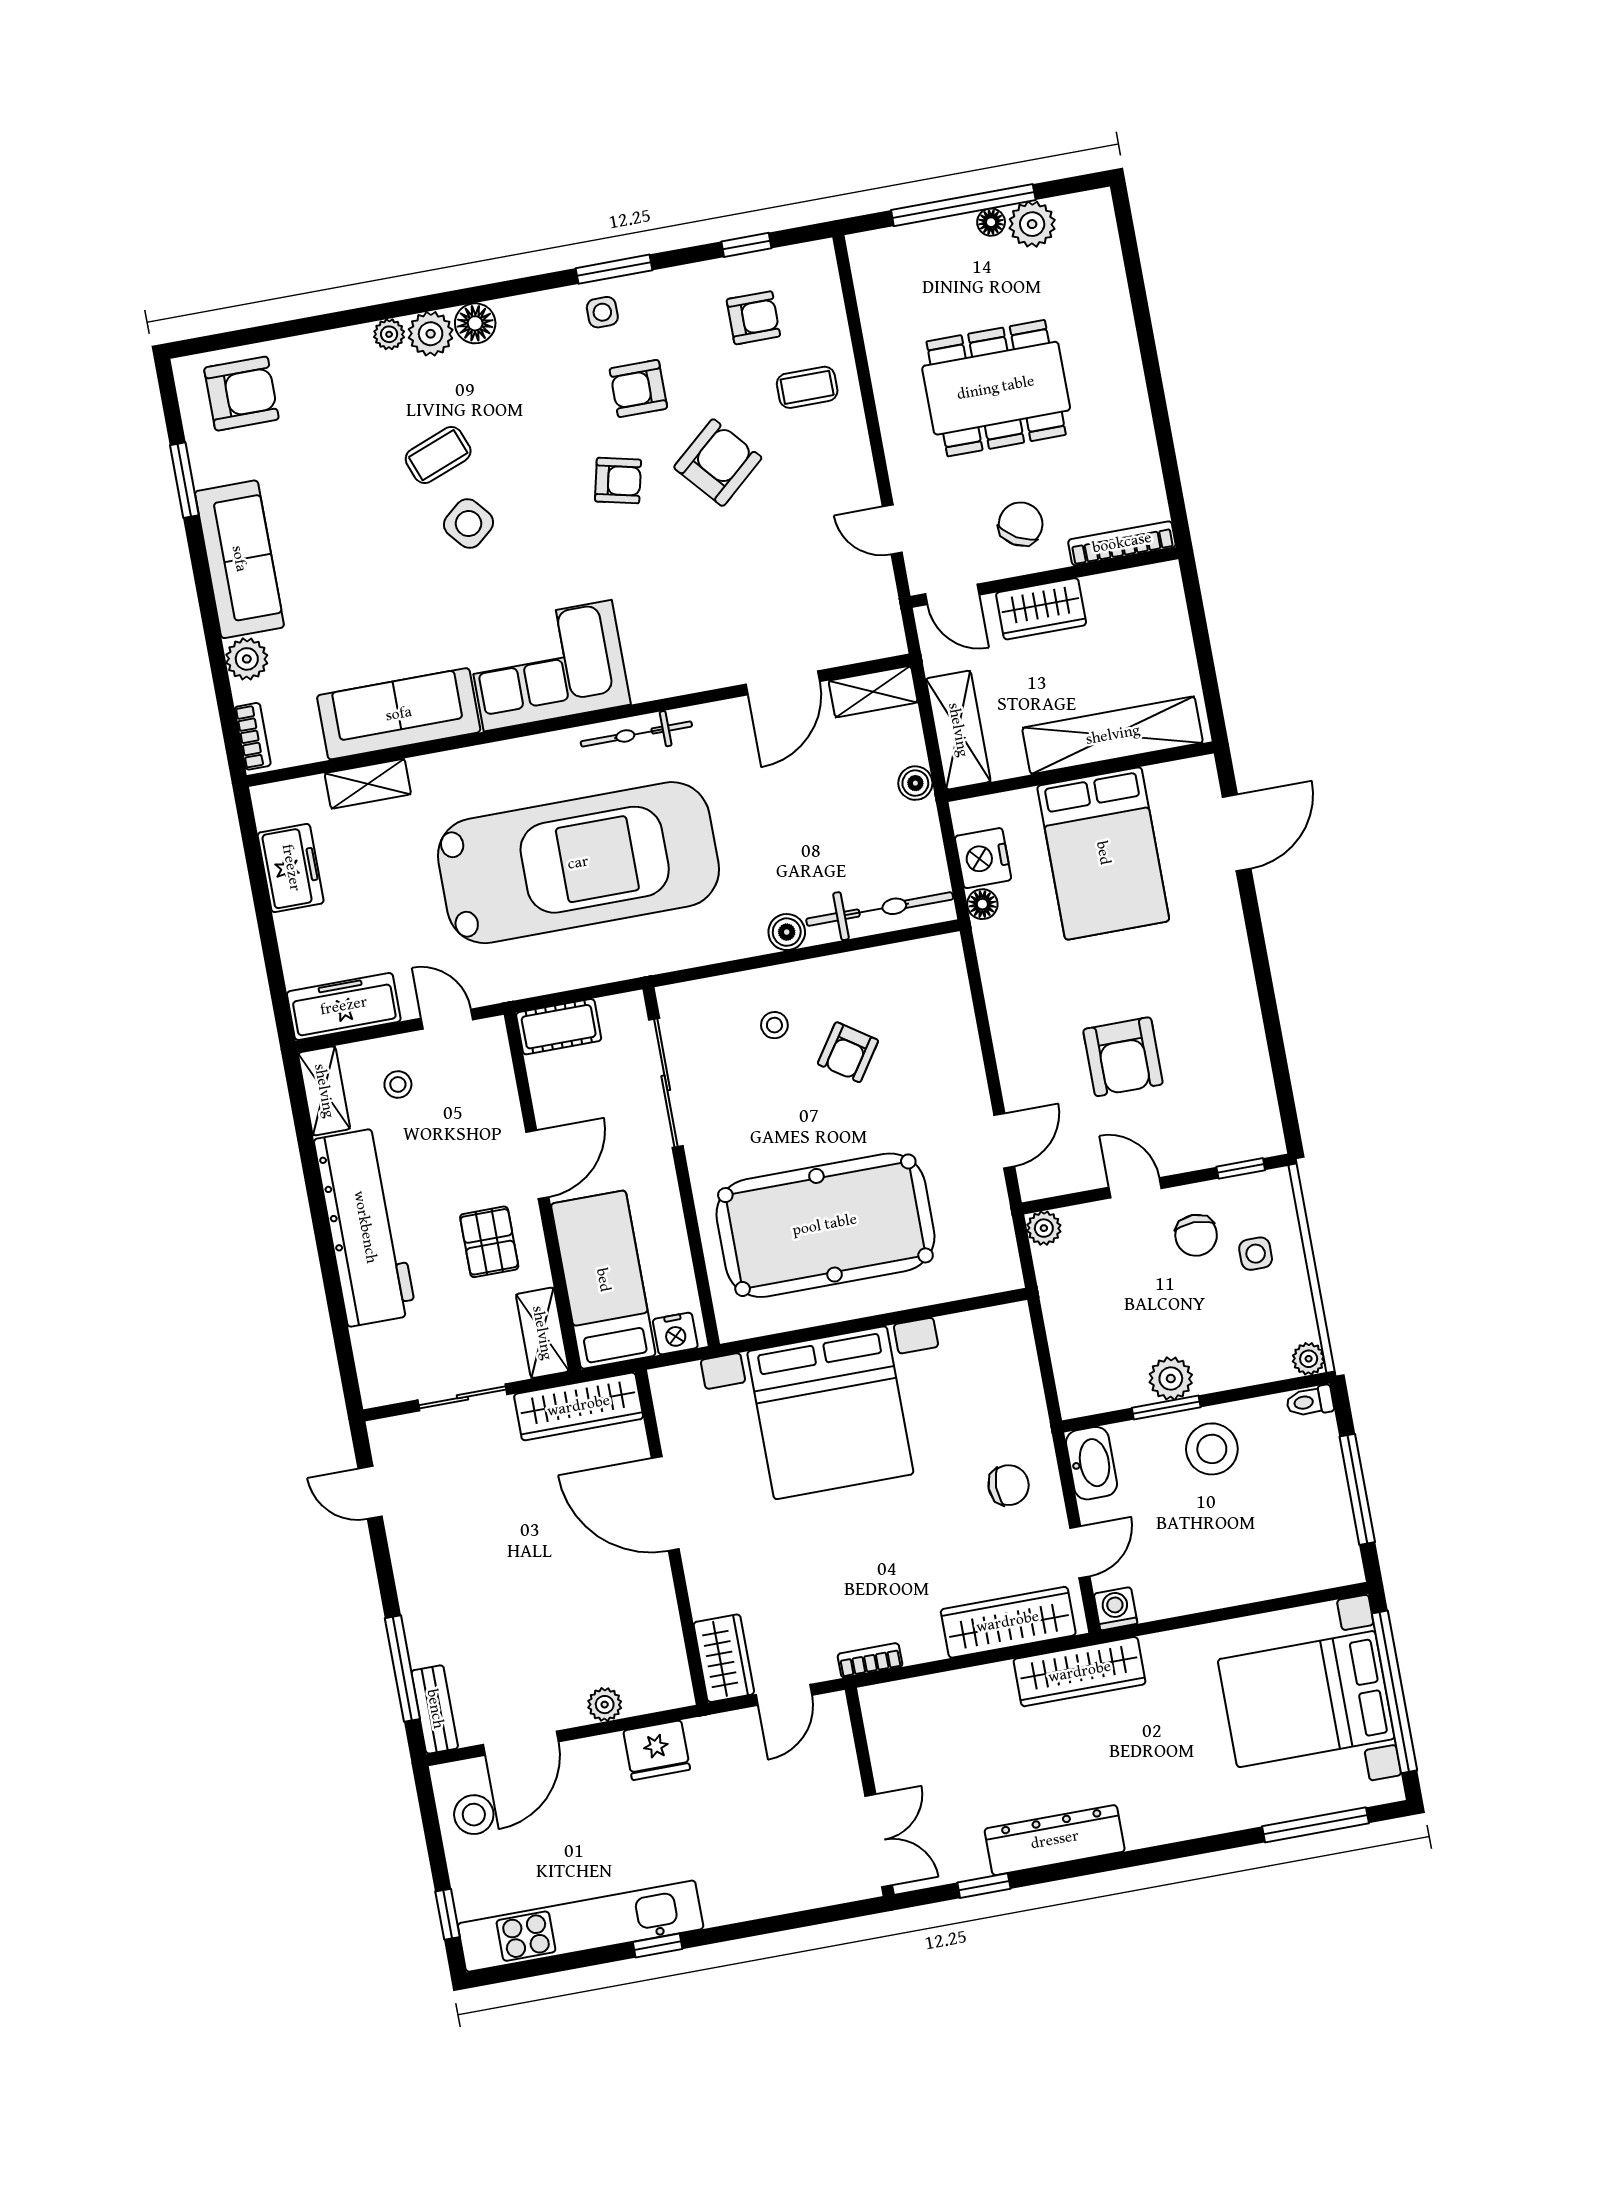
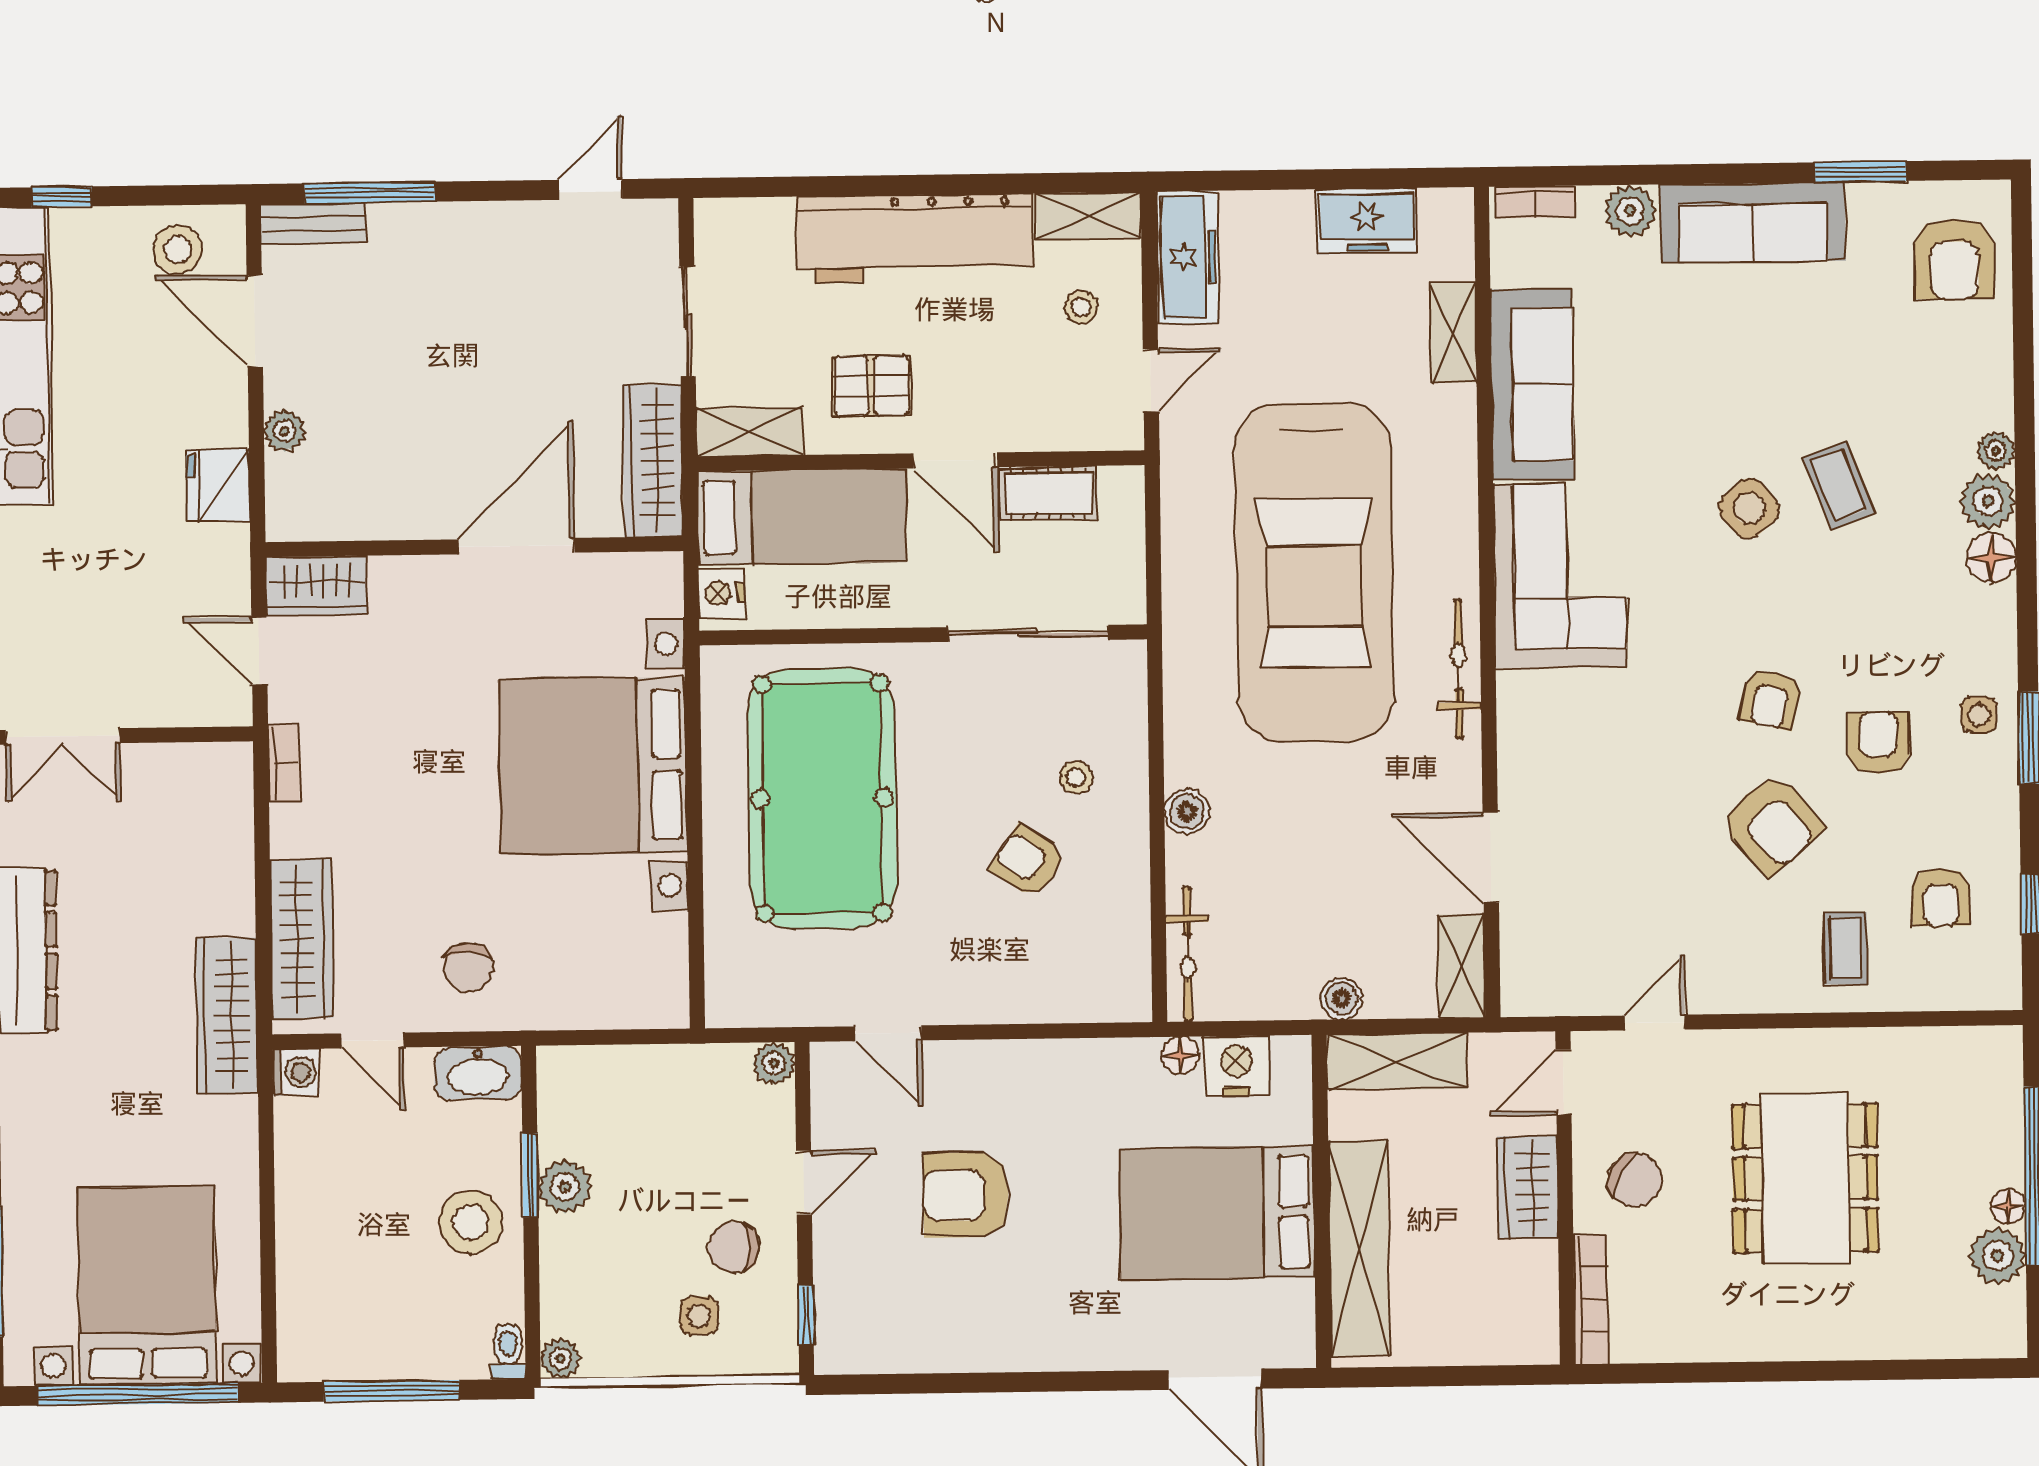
bicycle: (880, 909) -> (1188, 954), width x0.73, depth x0.71
cot: (559, 1027) -> (1048, 493), moved, turned 90

